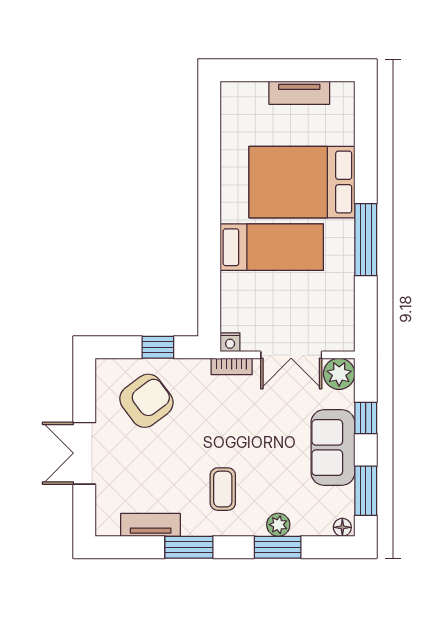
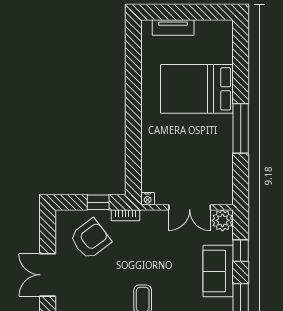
tv unit: (299, 93) -> (173, 28), moved
bed: (272, 247) -> (176, 134), removed
bookcase: (232, 366) -> (125, 215), moved

